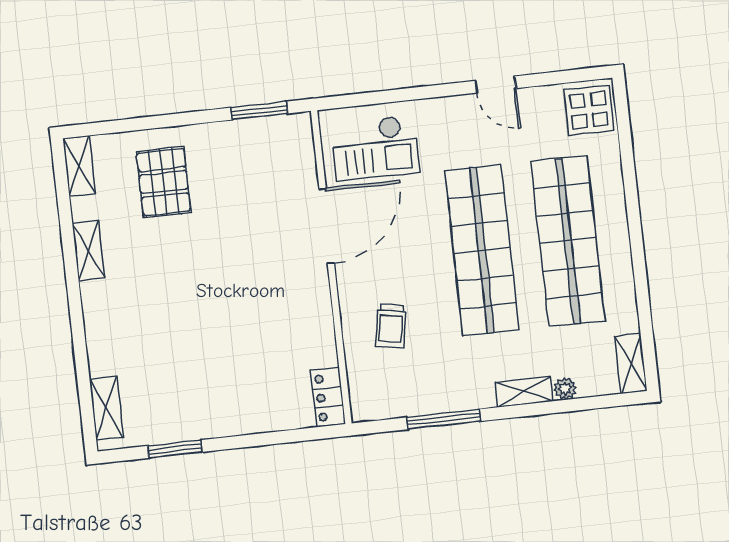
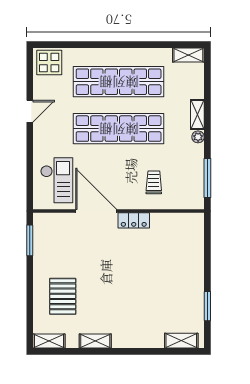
pallet: (164, 182) -> (63, 296), turned 90
trolley: (391, 326) -> (154, 182), turned -100
plant: (565, 389) -> (198, 137), moved
locker: (328, 397) -> (134, 220), moved
window: (444, 419) -> (207, 178), moved

